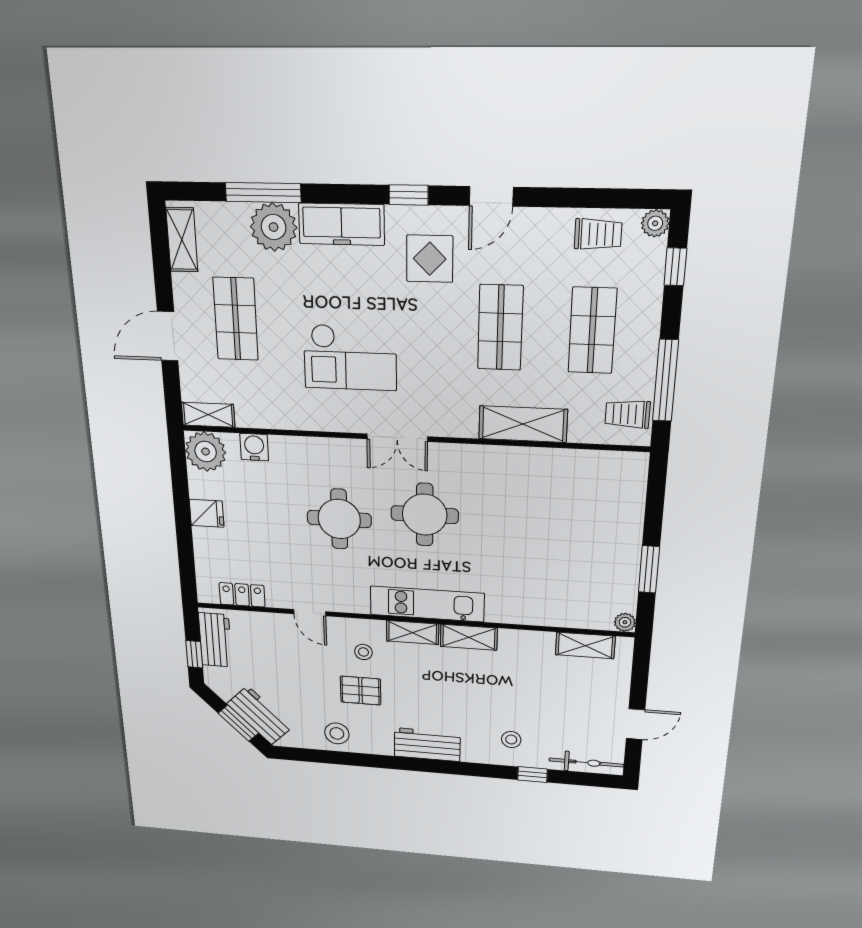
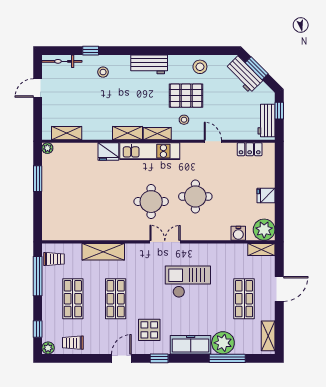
fridge: (506, 608) -> (108, 152), added
pallet: (361, 691) -> (186, 96), width x1.50, depth x1.42

